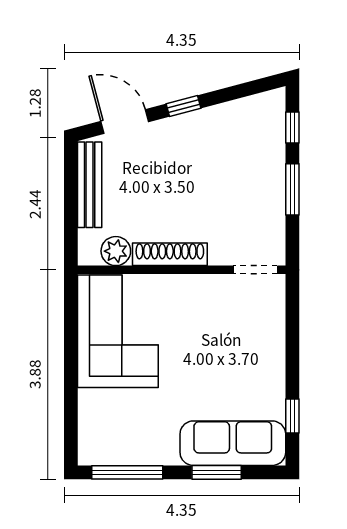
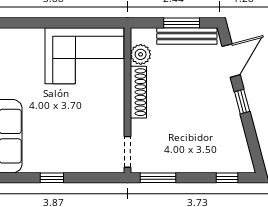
window: (292, 189) -> (158, 178), moved
window: (71, 192) -> (182, 23), added
window: (292, 416) -> (52, 178), moved

